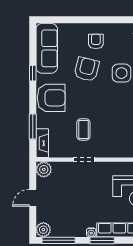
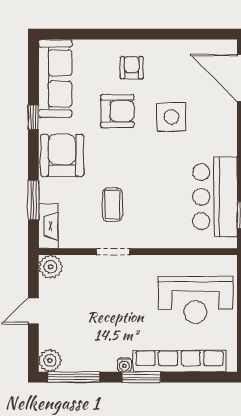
armchair: (87, 69) -> (117, 111), turned 76
armchair: (51, 98) -> (62, 155), turned -90

